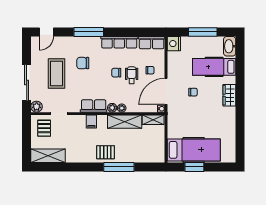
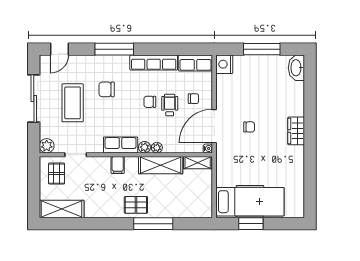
hospital bed: (214, 67) -> (276, 94), removed
sliding door: (27, 83) -> (34, 99), moved

